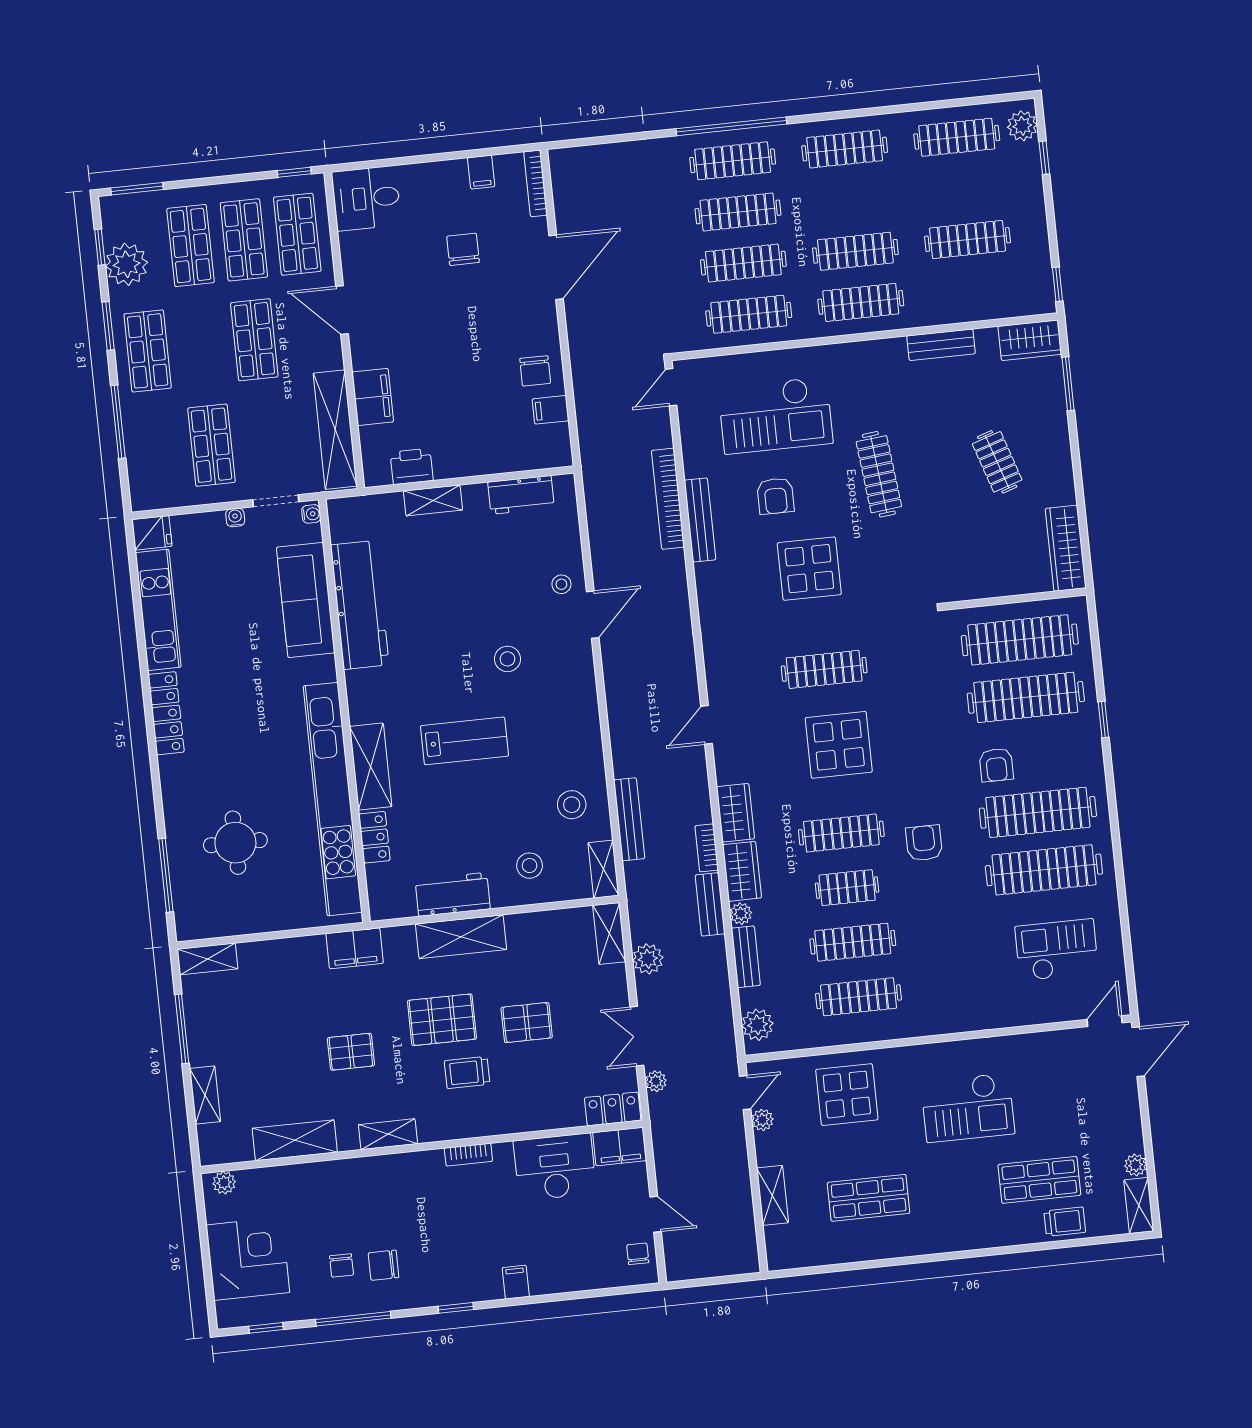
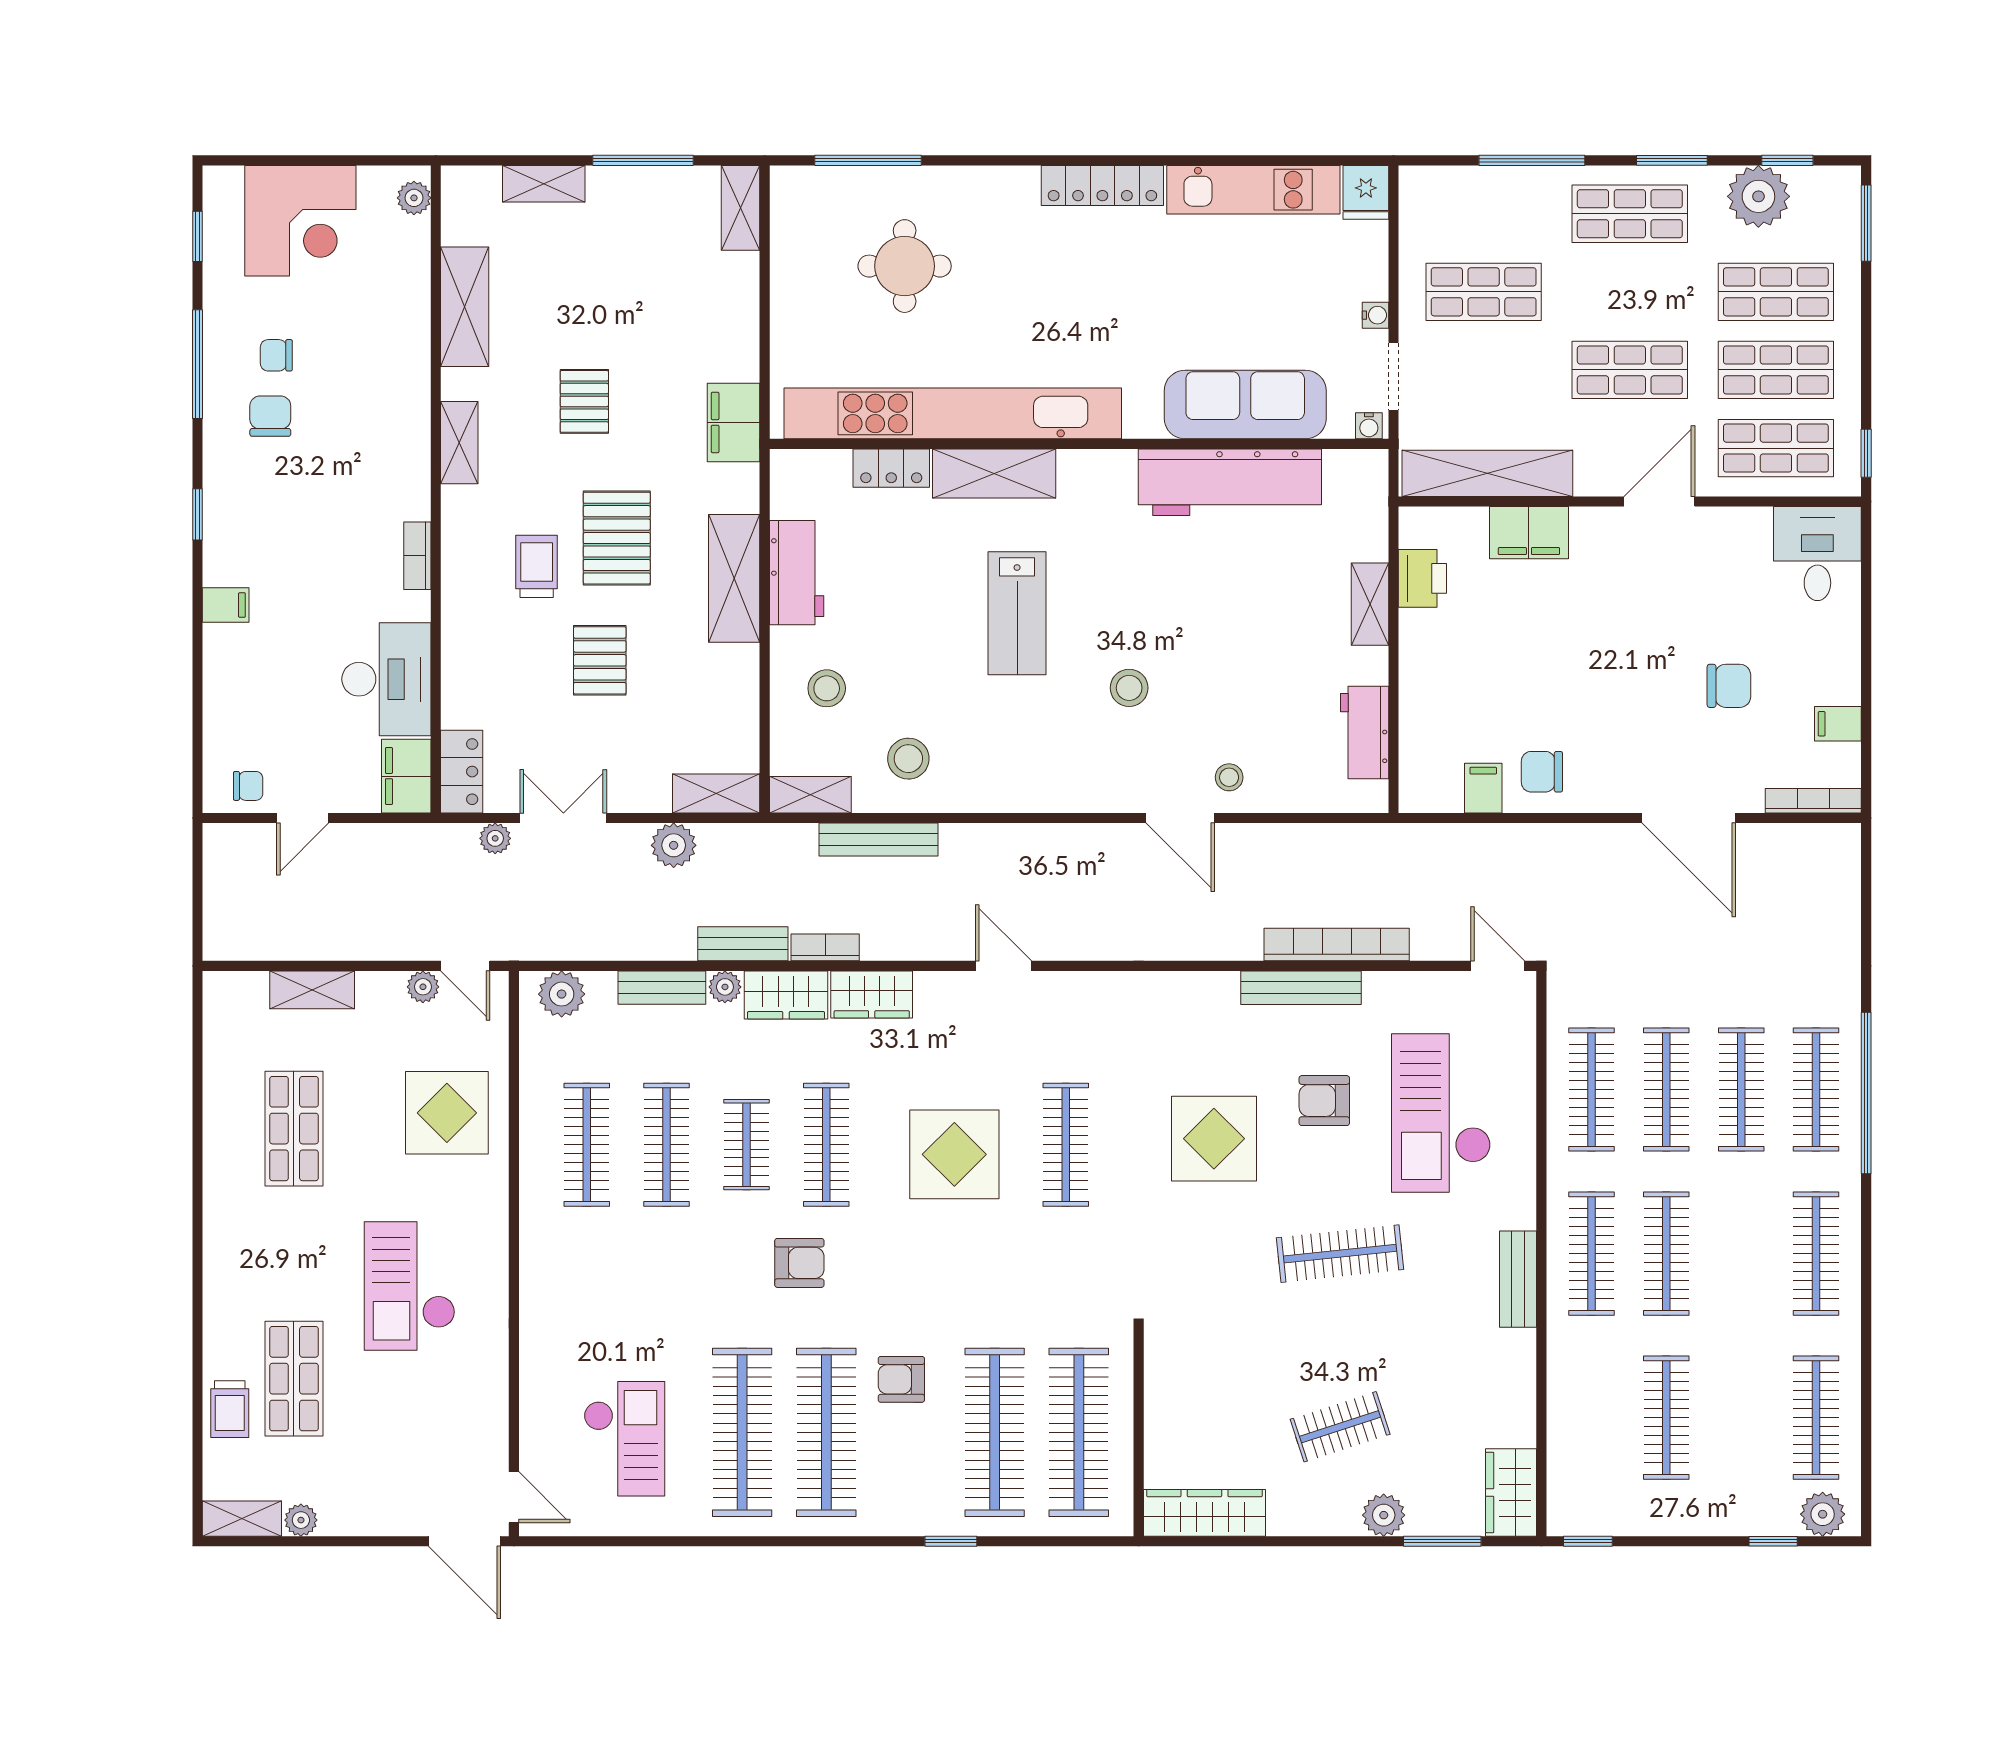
bench: (941, 345) -> (1518, 1279), moved
plant: (1054, 426) -> (1384, 1515), added

